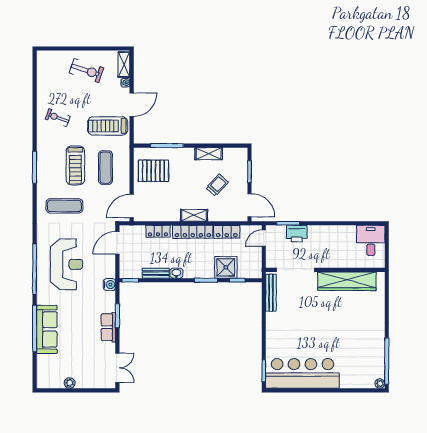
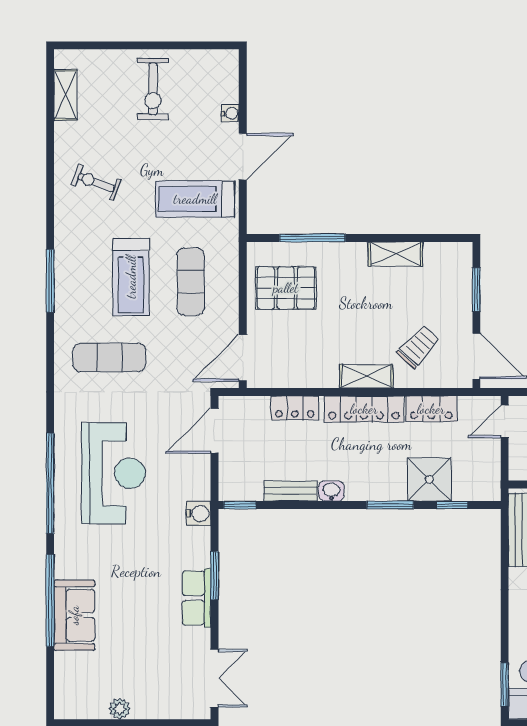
shelving: (124, 64) -> (65, 95), moved
exercise bike: (86, 70) -> (153, 89), turned 72
trolley: (217, 185) -> (418, 347), moved
sofa: (47, 329) -> (74, 615), width x0.73

